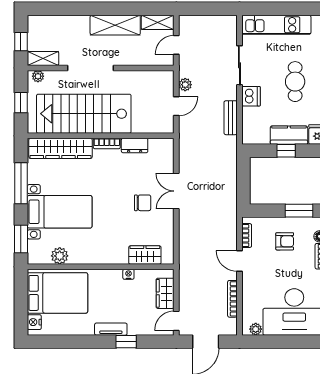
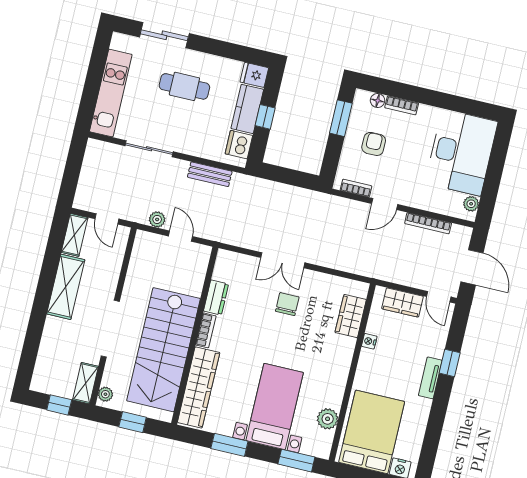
dishwasher: (251, 96) -> (239, 145), moved, turned -90
window: (21, 183) -> (229, 445), width x0.69

